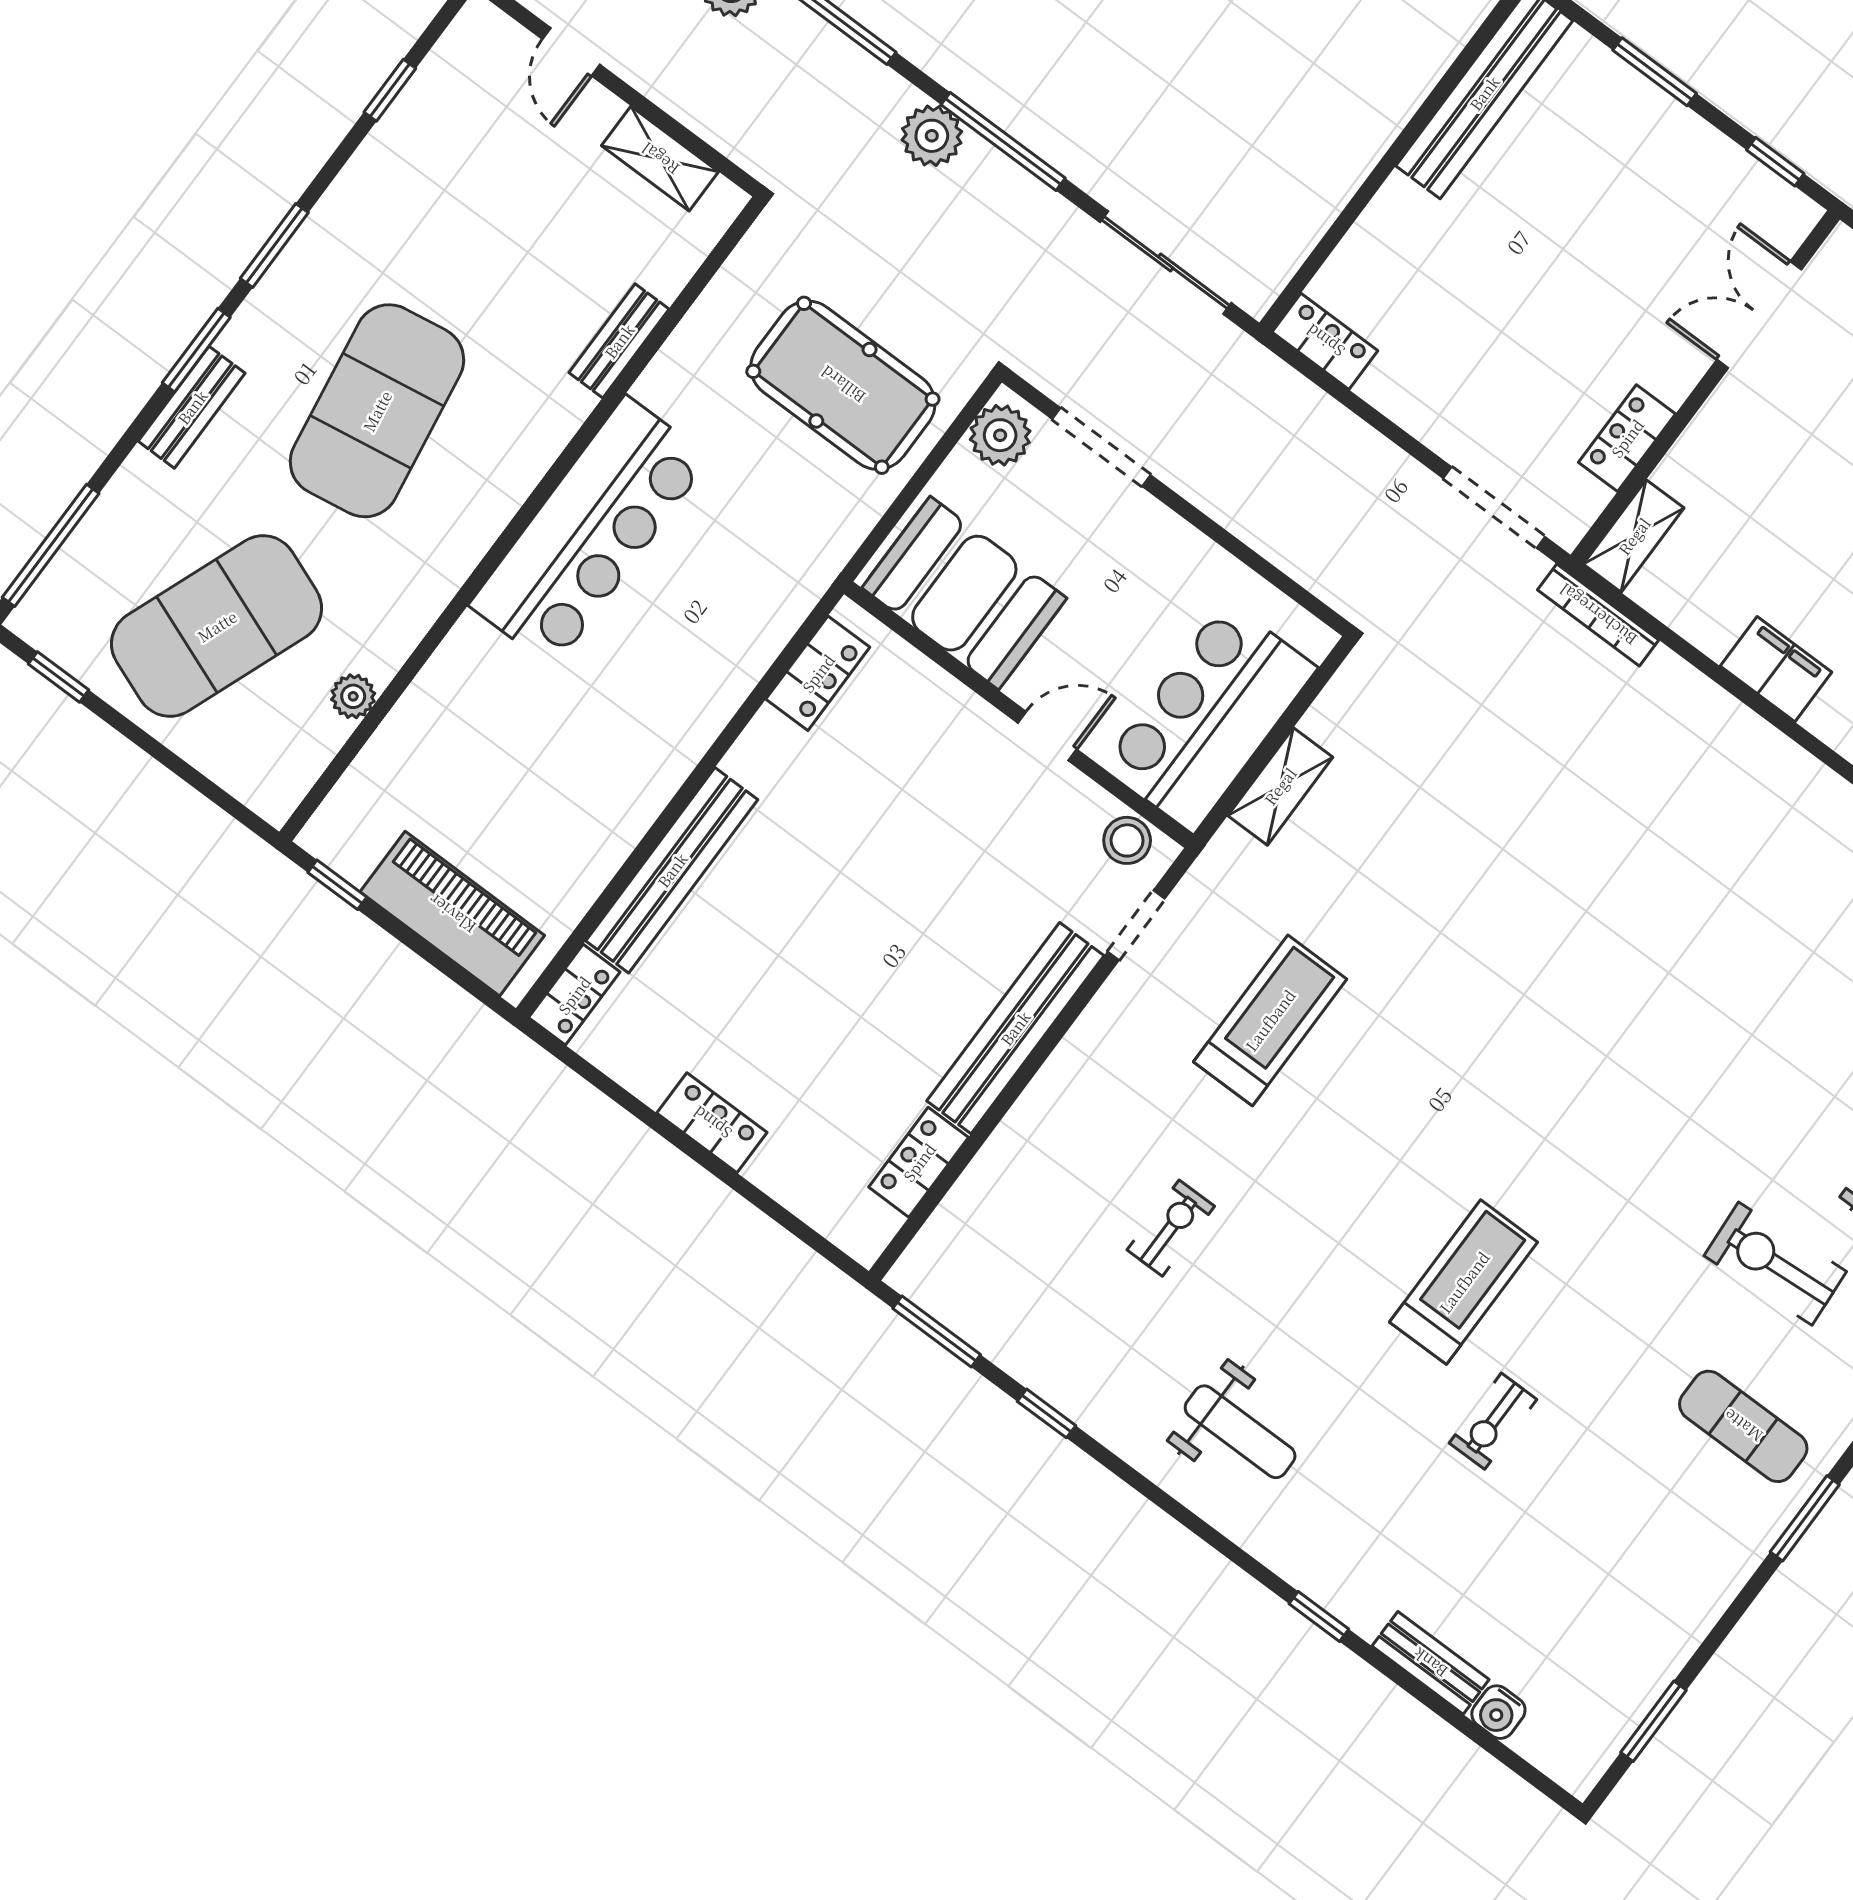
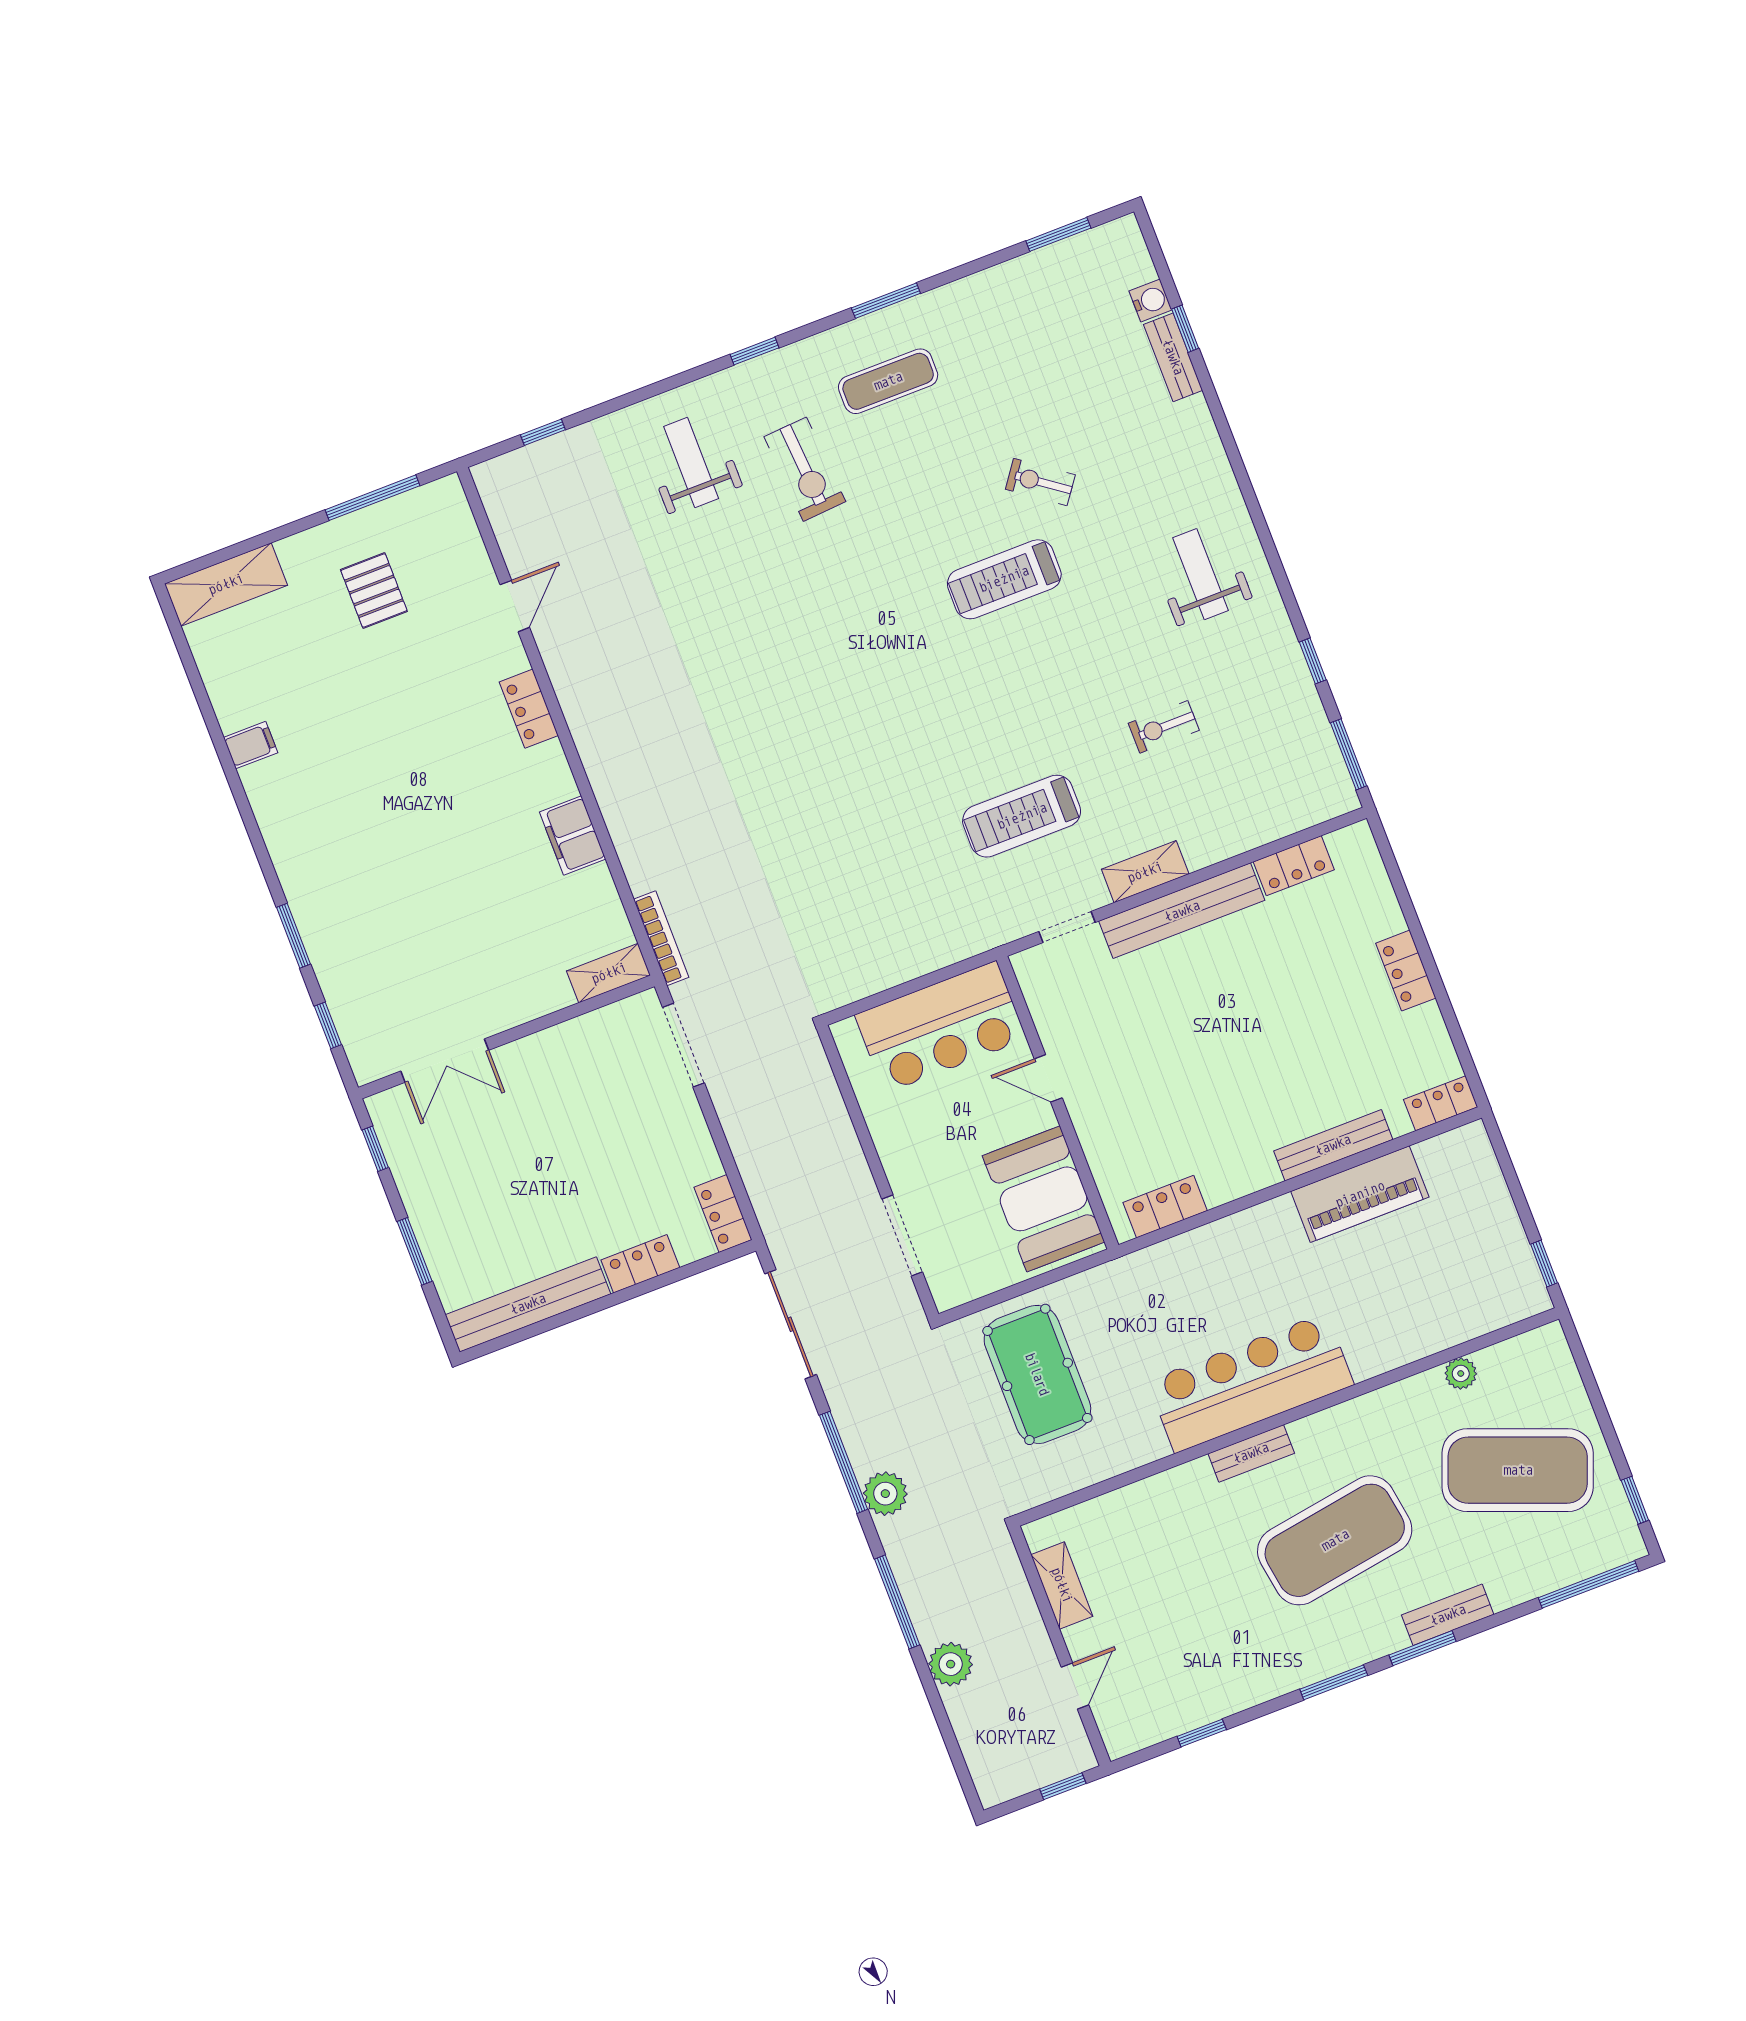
bench: (619, 341) -> (1251, 1453), moved
plant: (1000, 435) -> (960, 1282), removed
locker: (1627, 438) -> (640, 1264), moved, turned 180
shelving: (1280, 786) -> (1145, 872), moved
stool: (1127, 840) -> (1040, 983), removed
bench: (672, 870) -> (1333, 1145), width x0.73, depth x0.82
piano: (452, 914) -> (1360, 1194), moved, turned -90
exercise bike: (1493, 1421) -> (1040, 482), turned -144
exercise mat: (1743, 1426) -> (888, 381), turned 90
window: (1319, 1616) -> (1185, 329), moved

